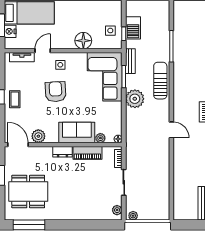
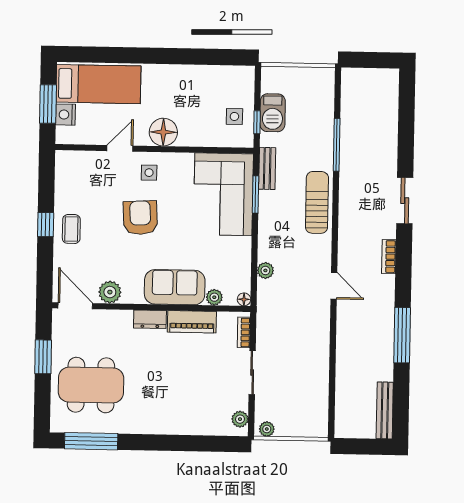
floor lamp: (83, 41) -> (163, 132), moved
tv unit: (22, 57) -> (85, 158), removed
plant: (135, 99) -> (265, 270), moved, width x0.53, depth x0.53

